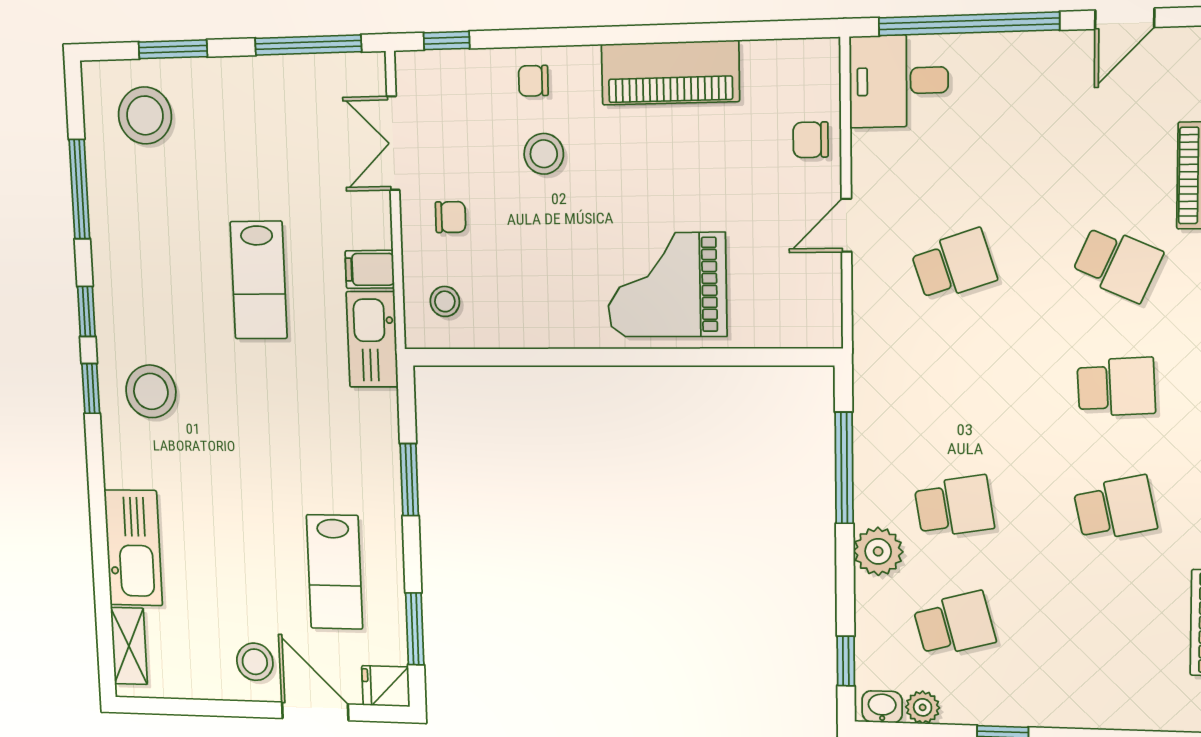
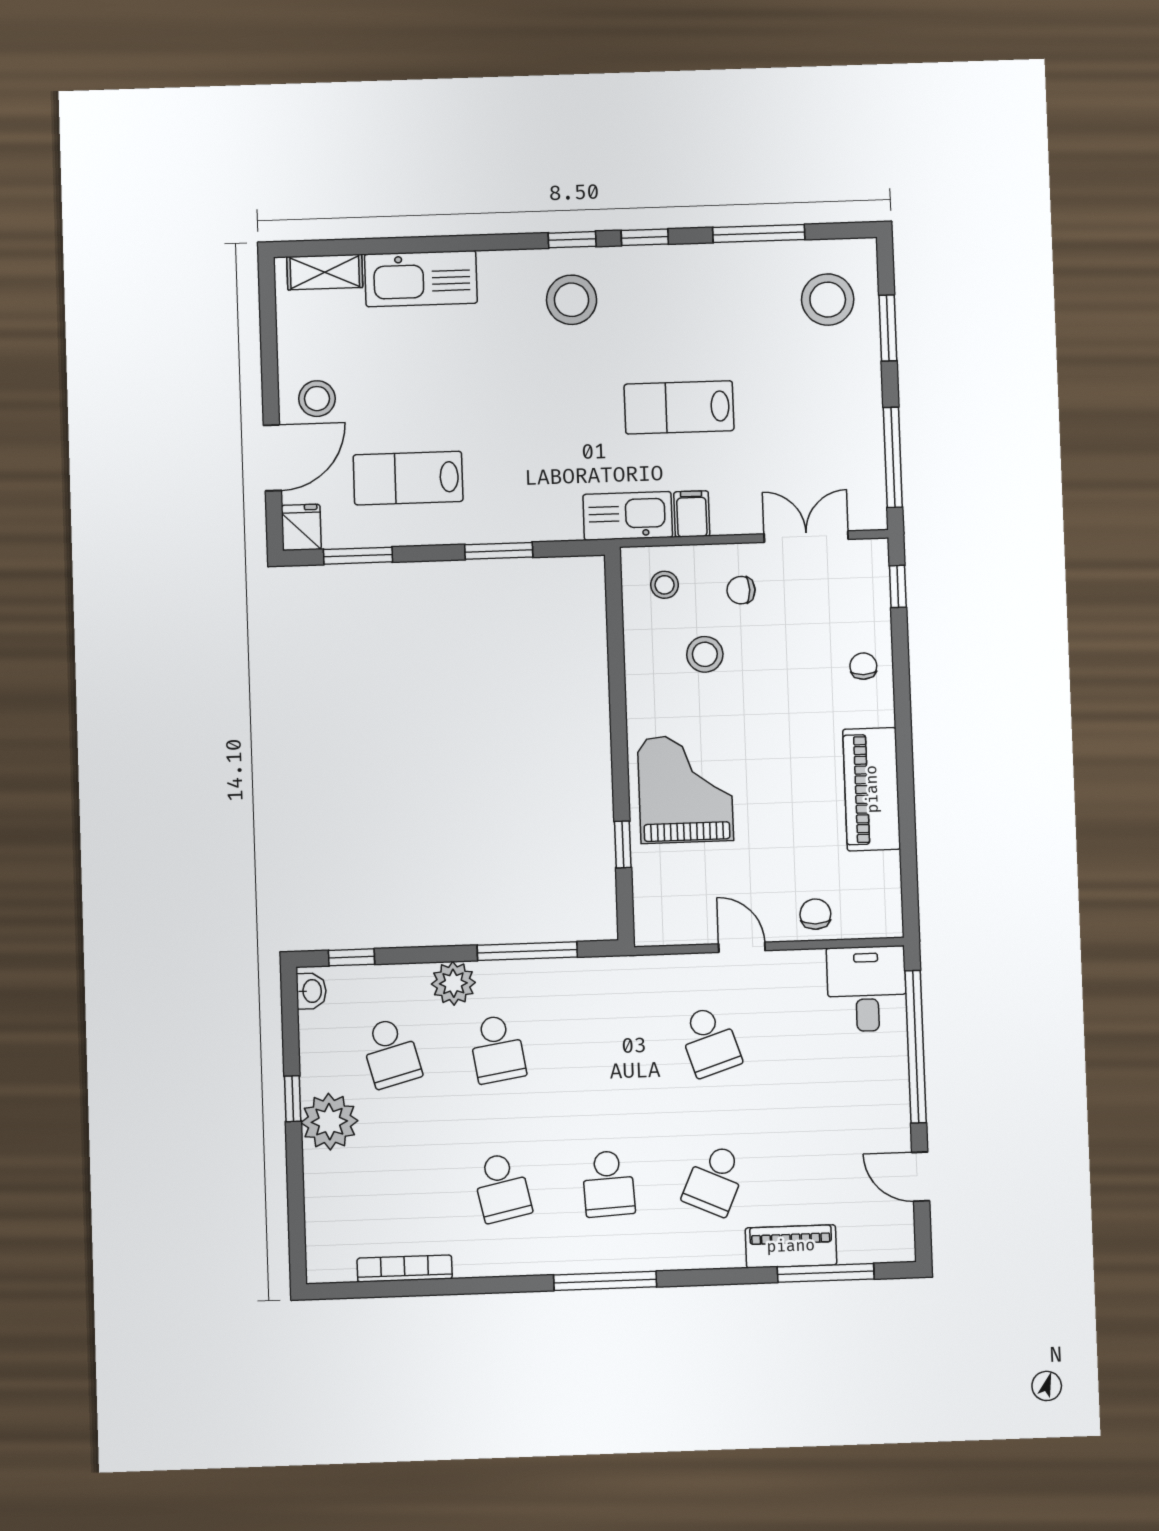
stool: (544, 154) -> (705, 654), moved
chair: (450, 217) -> (741, 590), turned 90
window: (727, 357) -> (623, 844), added
plant: (923, 707) -> (329, 1122), moved, width x1.88, depth x1.88

